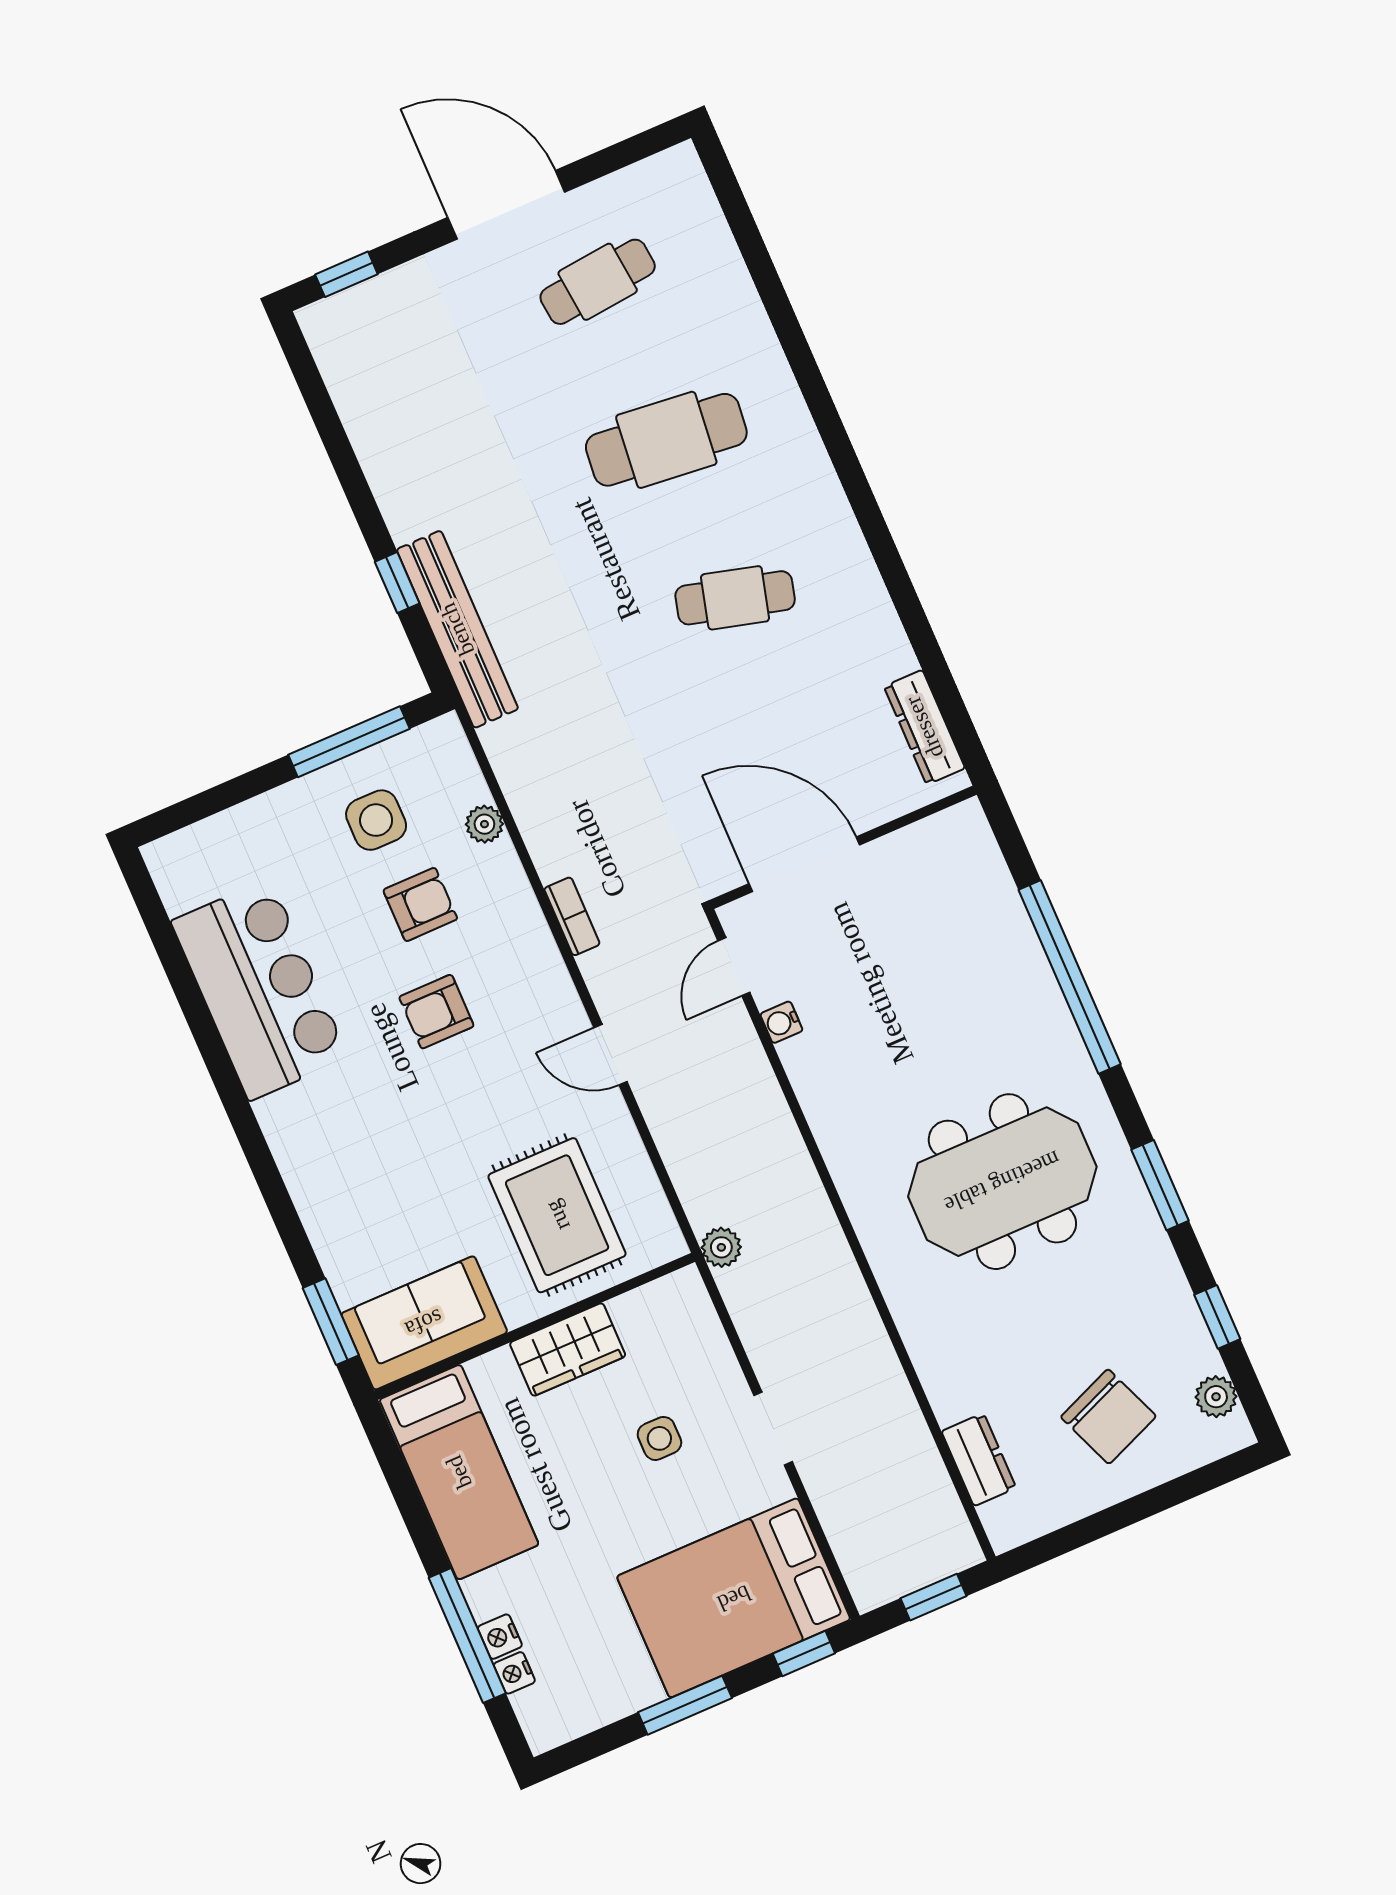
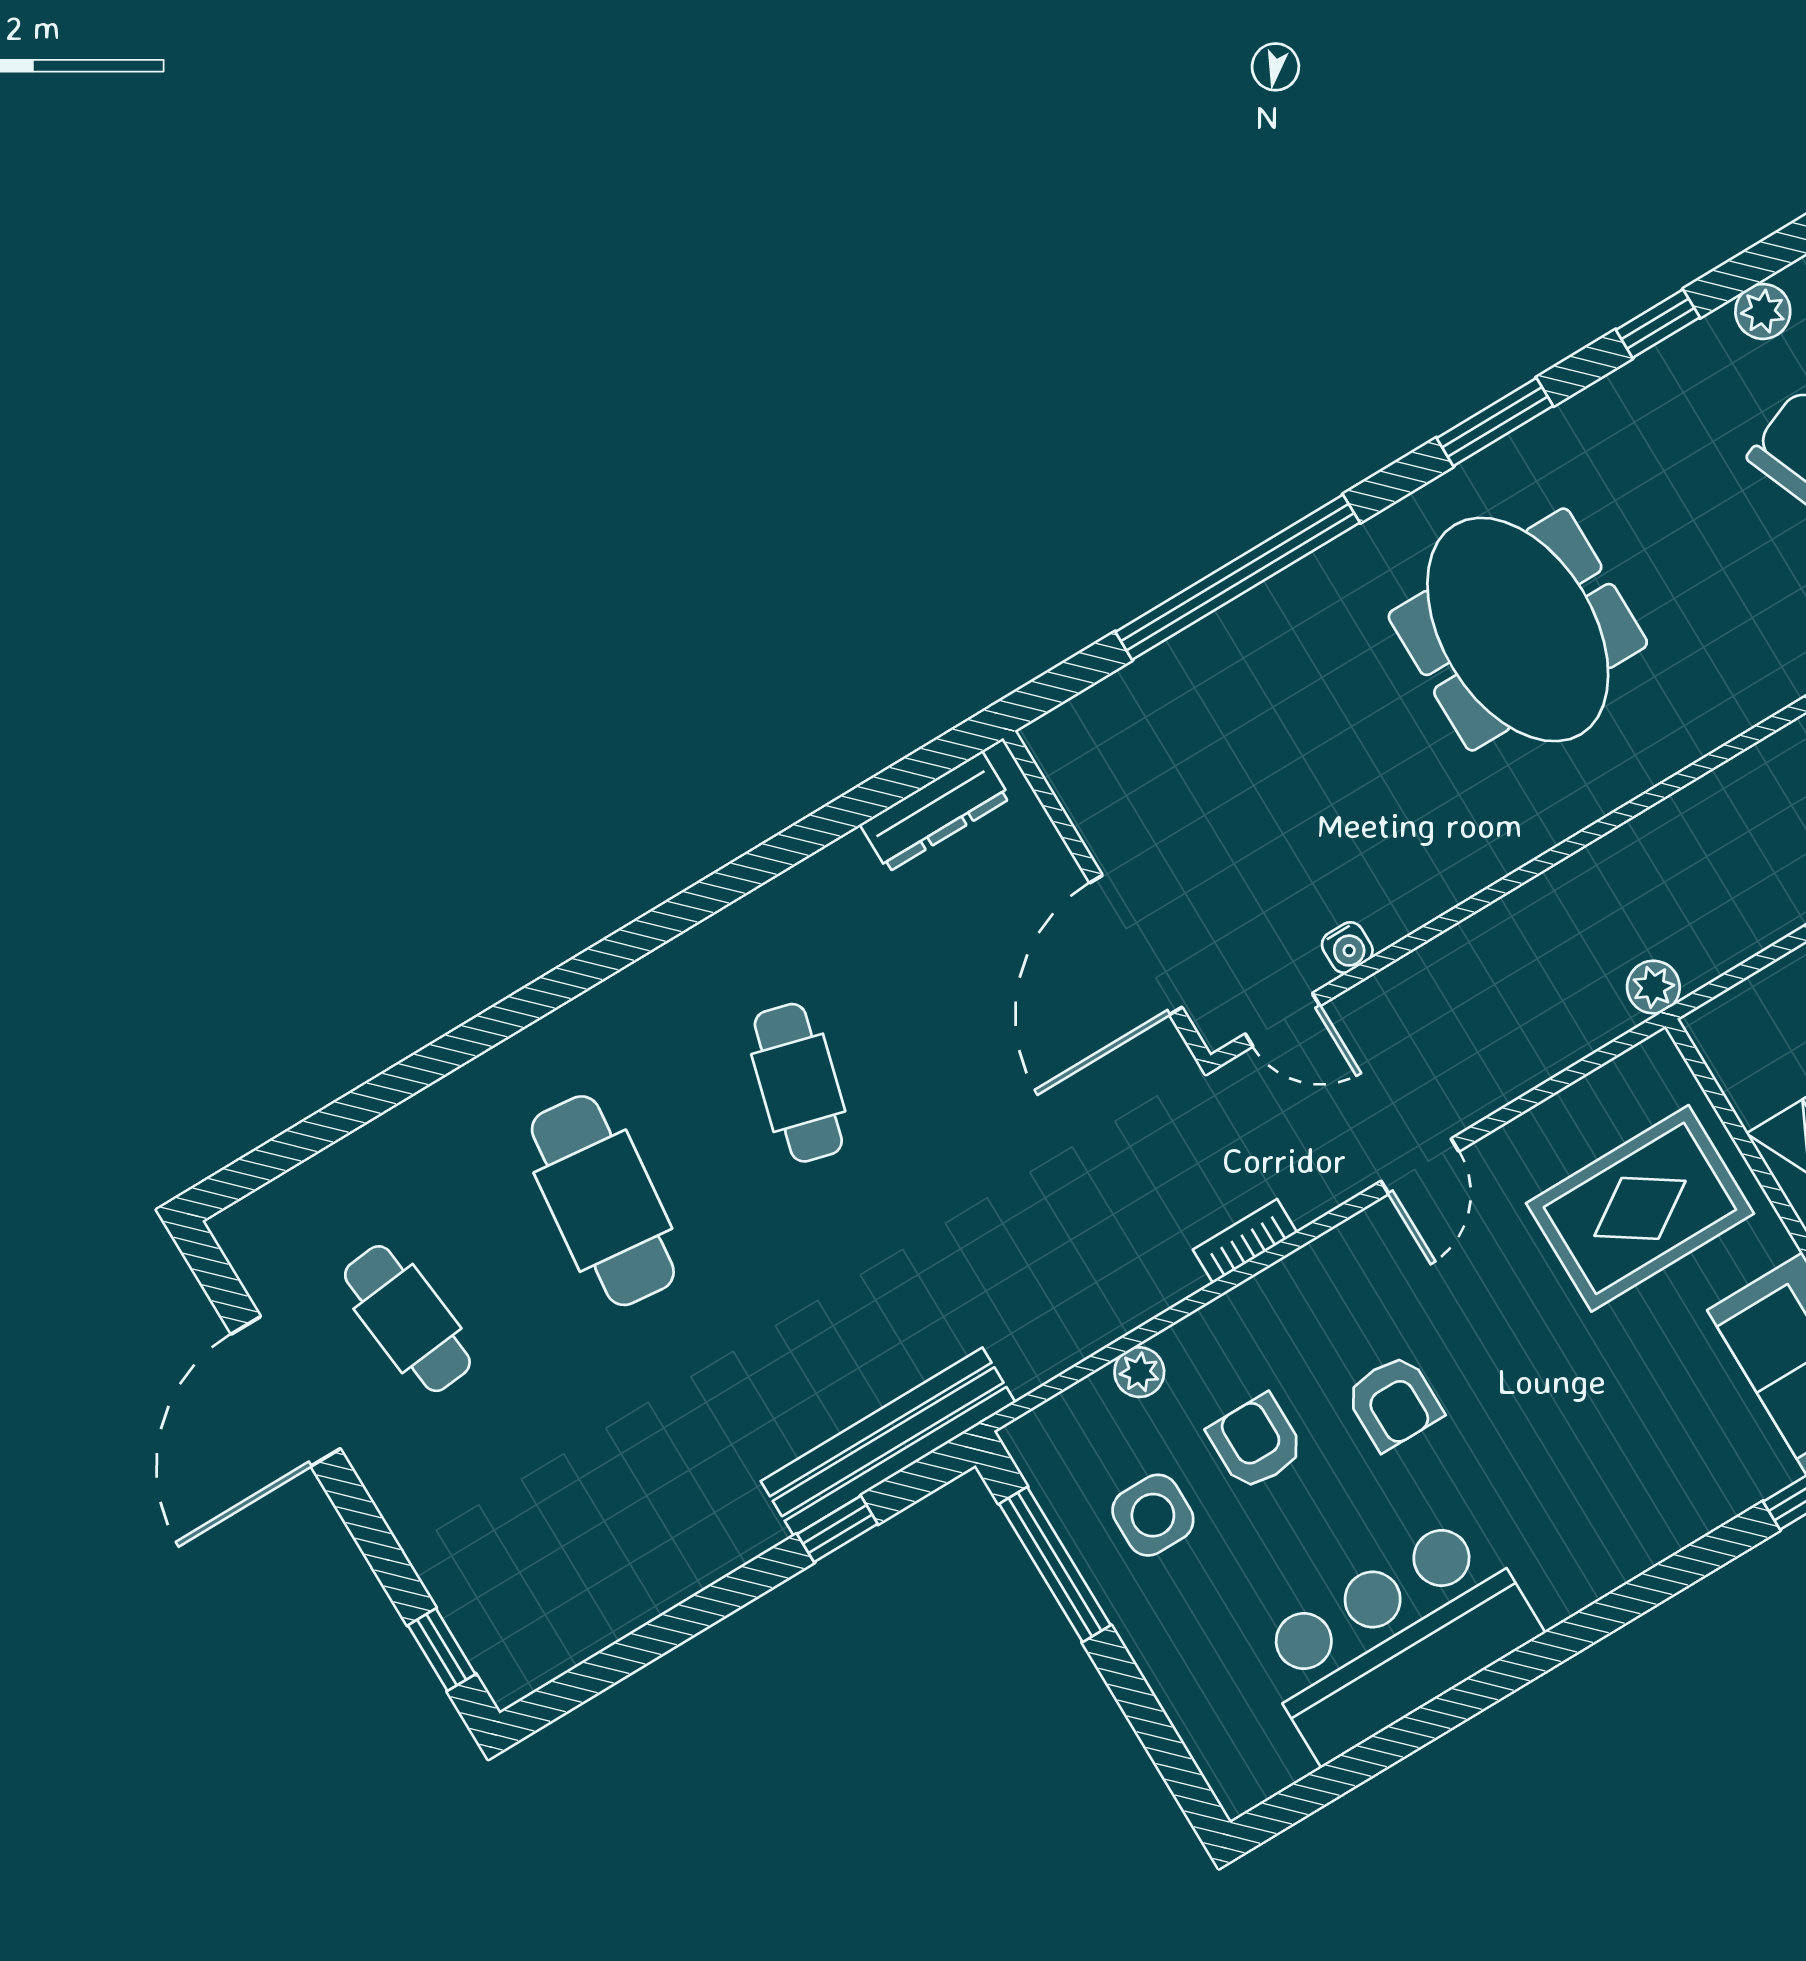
door: (506, 205) -> (286, 1391), moved

